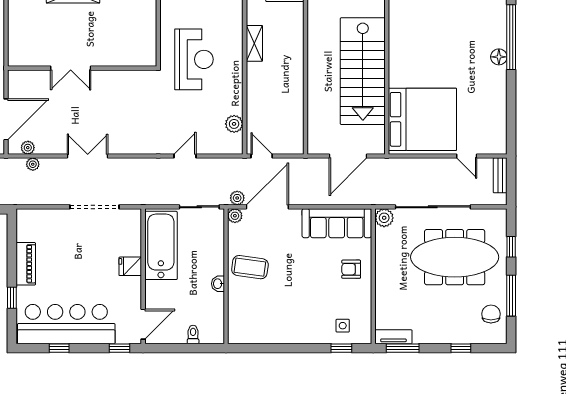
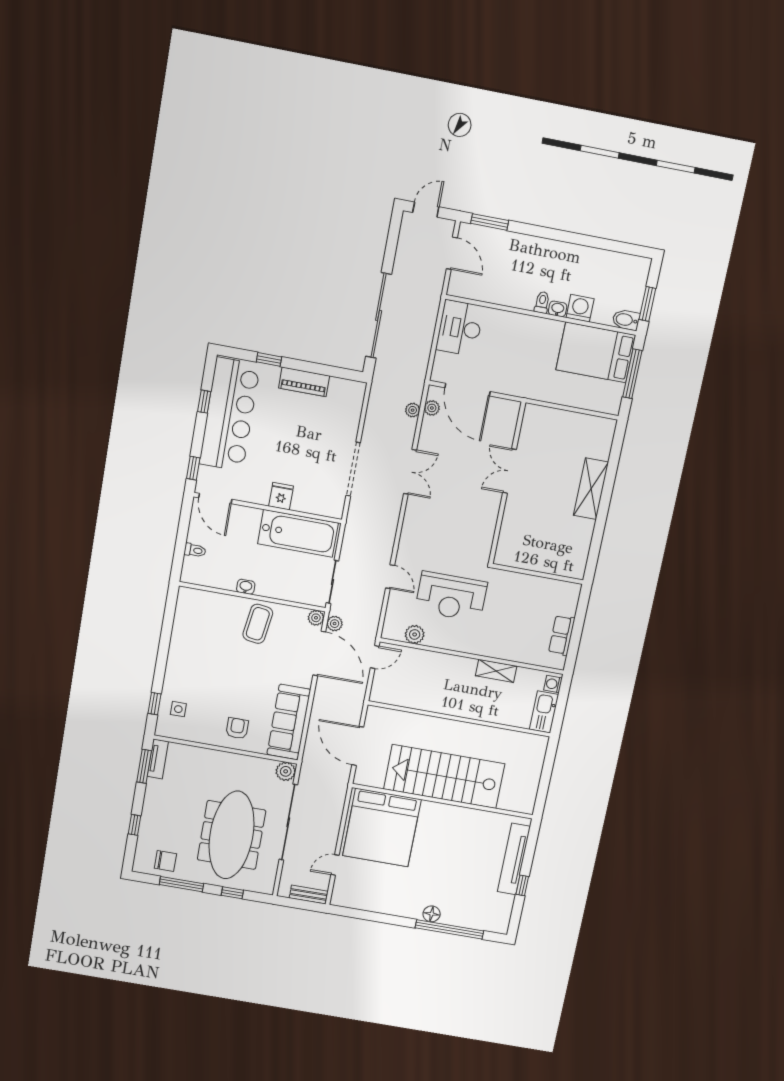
reception desk: (194, 59) -> (451, 596), moved

